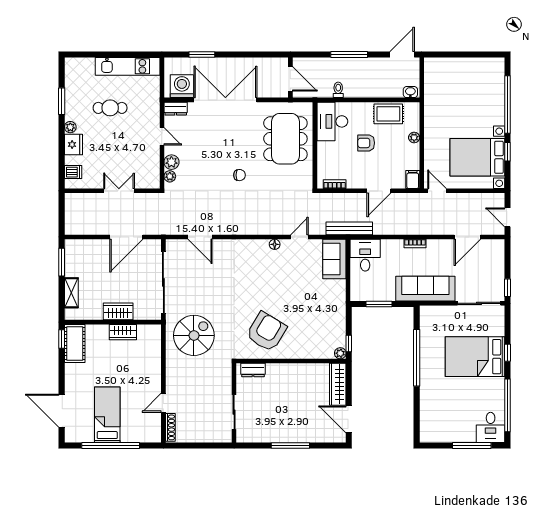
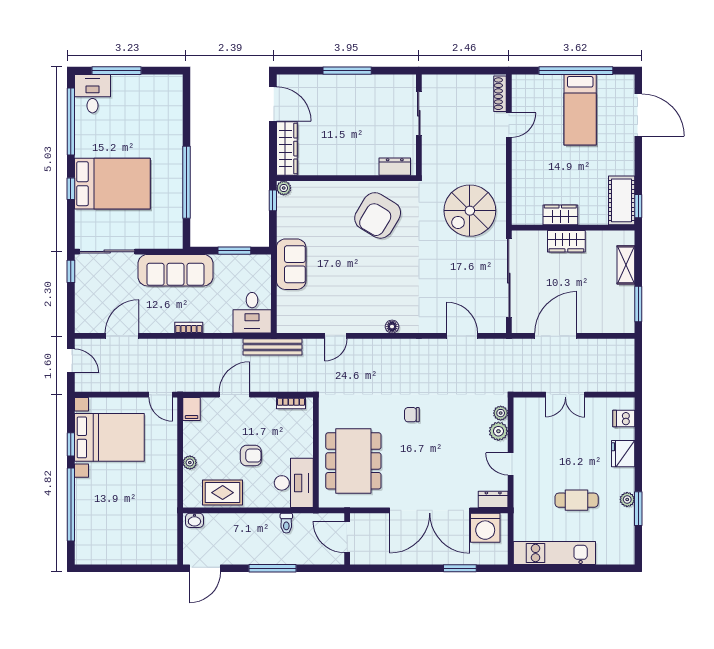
plant: (70, 127) -> (627, 499), moved
floor lamp: (275, 244) -> (392, 327), moved
sofa: (334, 259) -> (291, 264), moved

